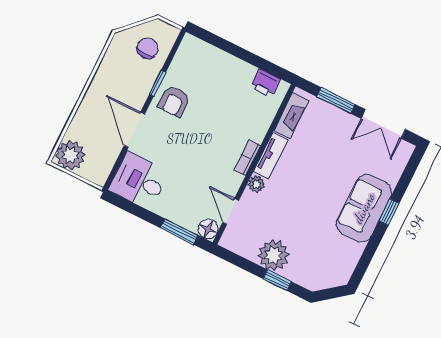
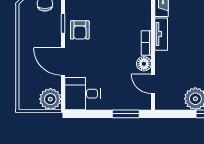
plant: (70, 155) -> (50, 99), moved
plant: (256, 184) -> (161, 58), removed
floor lamp: (208, 229) -> (144, 64), moved

